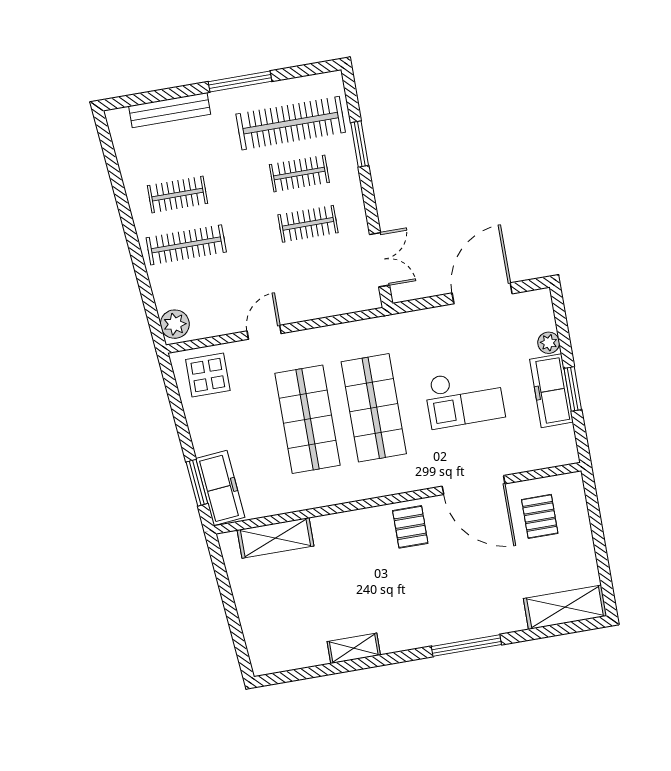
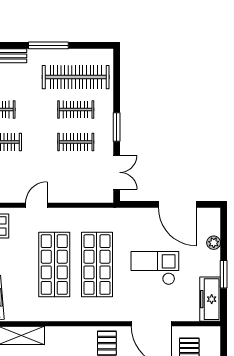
window: (360, 144) -> (117, 127), moved
door: (482, 293) -> (177, 204), swing flipped
freezer: (551, 391) -> (210, 299), moved
checkout: (464, 398) -> (155, 268), turned 180

